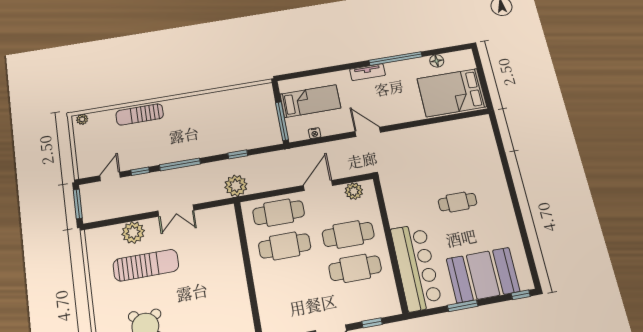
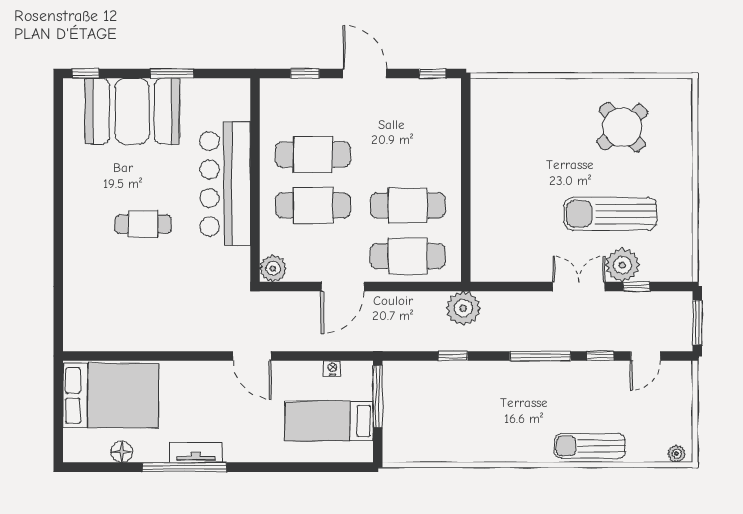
tv unit: (368, 72) -> (196, 452), moved
sun lounger: (140, 114) -> (590, 446), turned 180
plant: (354, 191) -> (273, 268), moved
double door: (176, 211) -> (579, 286), moved
window: (122, 220) -> (636, 286), added
bar counter: (416, 267) -> (225, 184), moved

